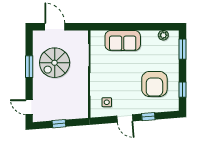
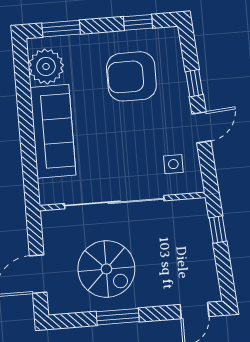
plant: (163, 35) -> (46, 66), width x1.88, depth x1.88
sofa: (123, 40) -> (53, 131), width x1.36
armchair: (154, 84) -> (131, 76), turned 180
window: (59, 124) -> (218, 230), moved

